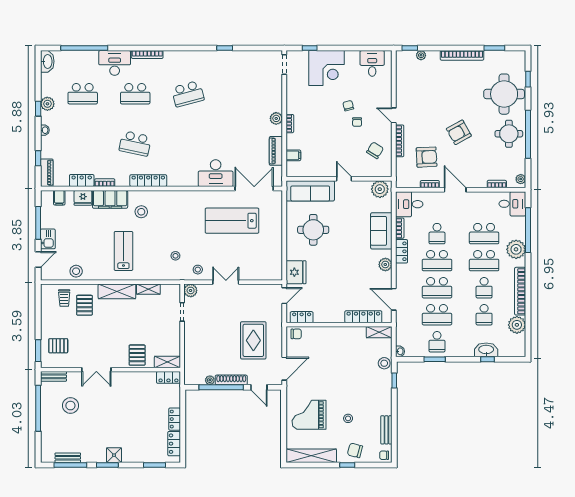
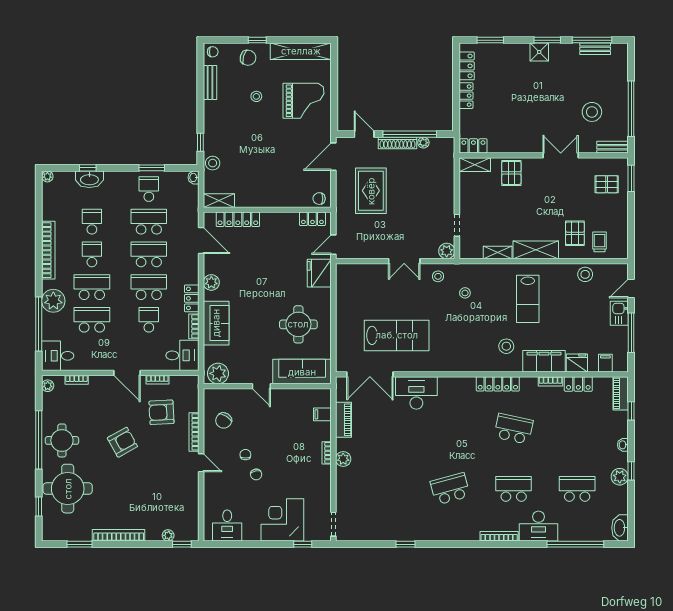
plant: (517, 325) -> (47, 176), moved, width x0.53, depth x0.53

